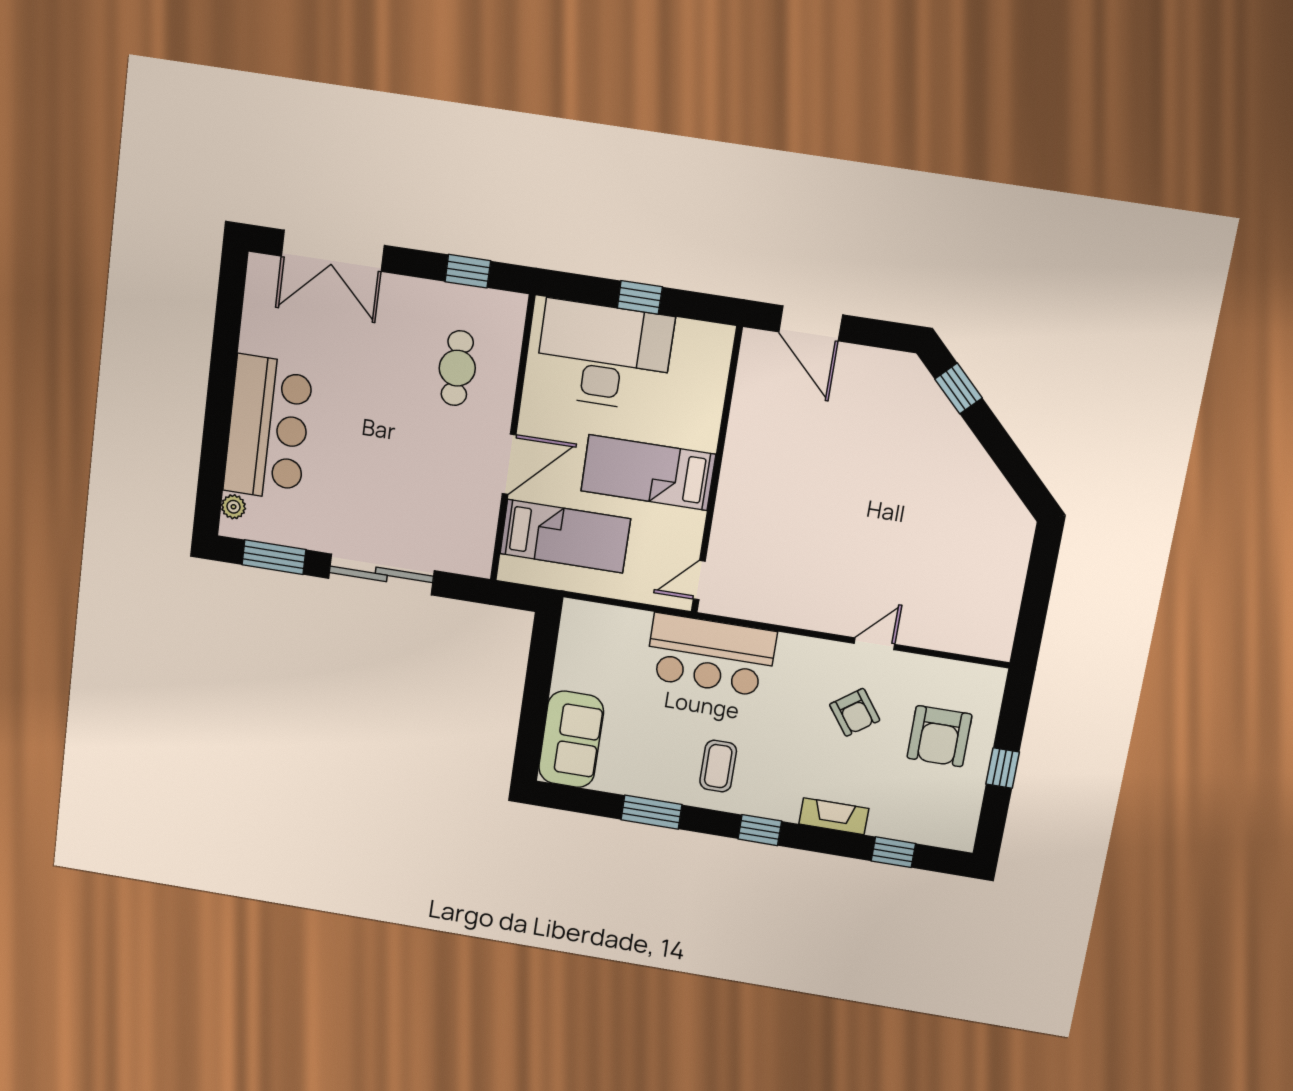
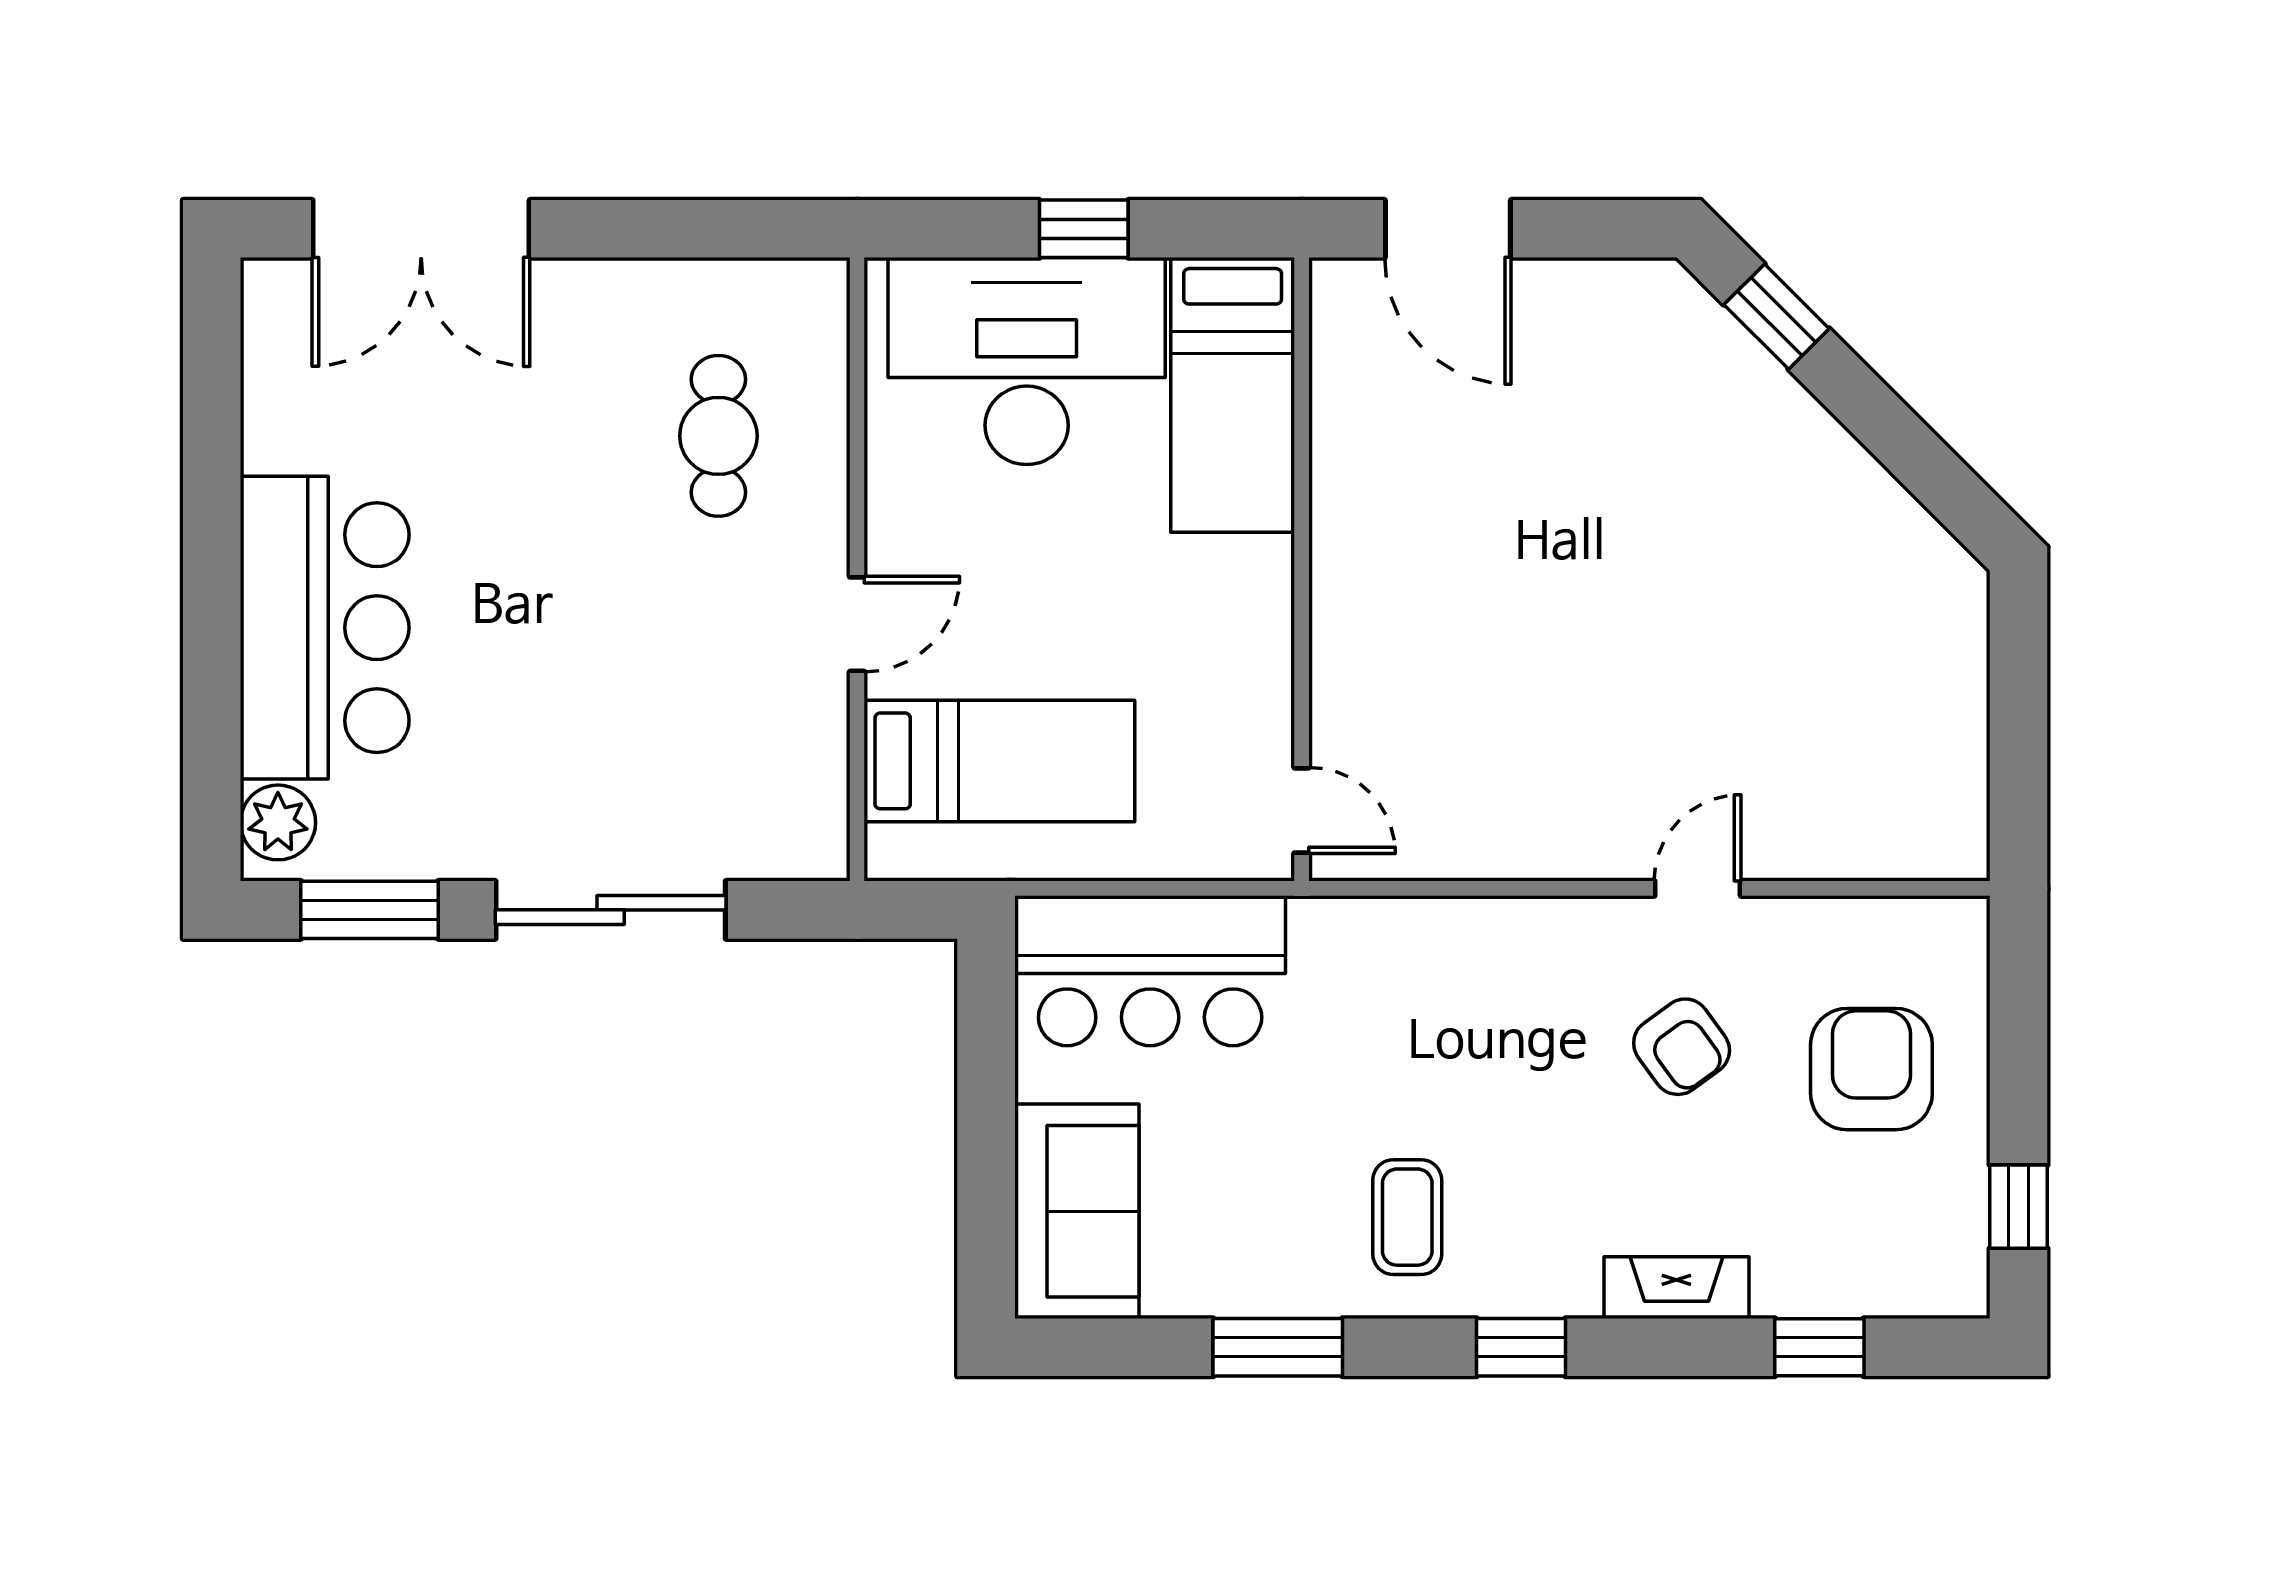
window: (468, 271) -> (714, 229), removed
door: (509, 464) -> (857, 624), width x0.73
bed: (648, 473) -> (1233, 395), moved, turned -90
plant: (233, 507) -> (278, 822), width x1.38, depth x1.38
door: (699, 580) -> (1302, 810), swing flipped
bar counter: (711, 655) -> (1150, 971), moved
armchair: (939, 736) -> (1871, 1069), turned 180
window: (1003, 768) -> (2019, 1207), moved

